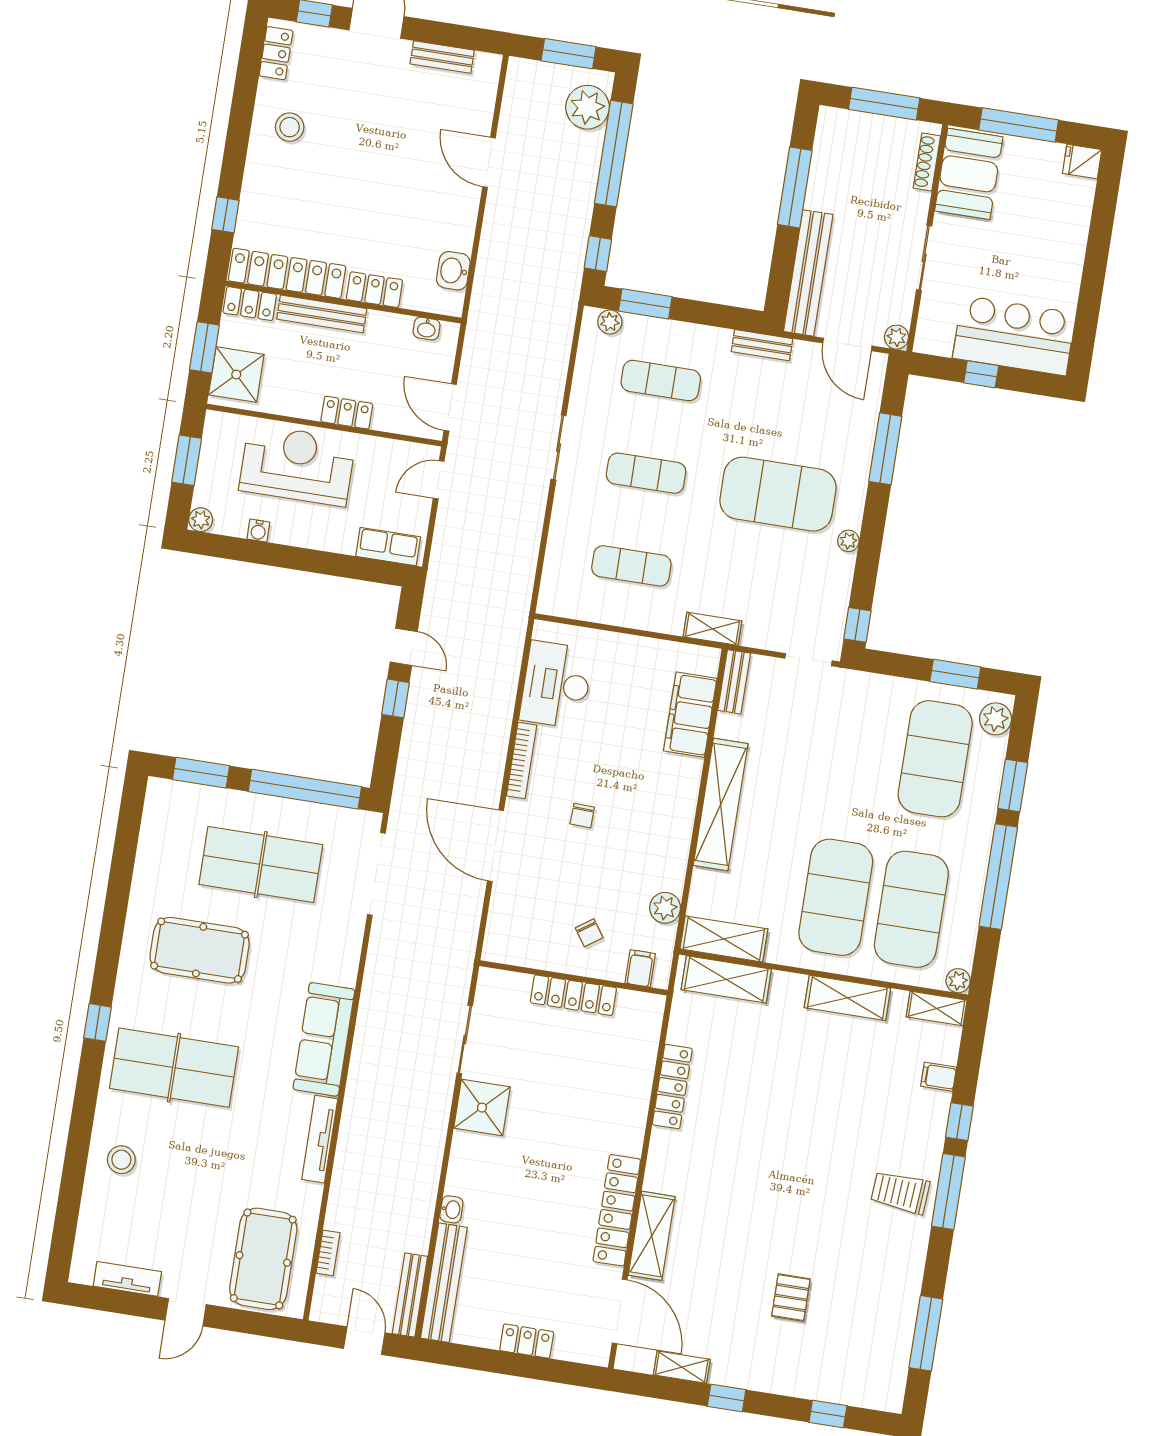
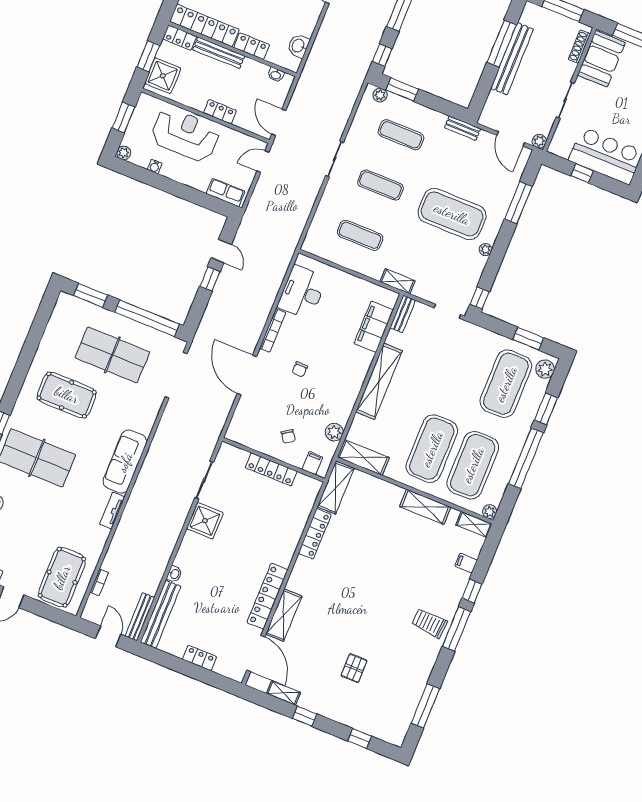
bench: (808, 273) -> (512, 59), moved
shelving: (726, 979) -> (336, 488), moved, turned 90
tv unit: (320, 1139) -> (112, 511), width x0.71

